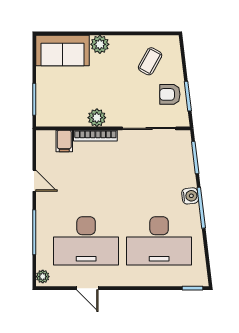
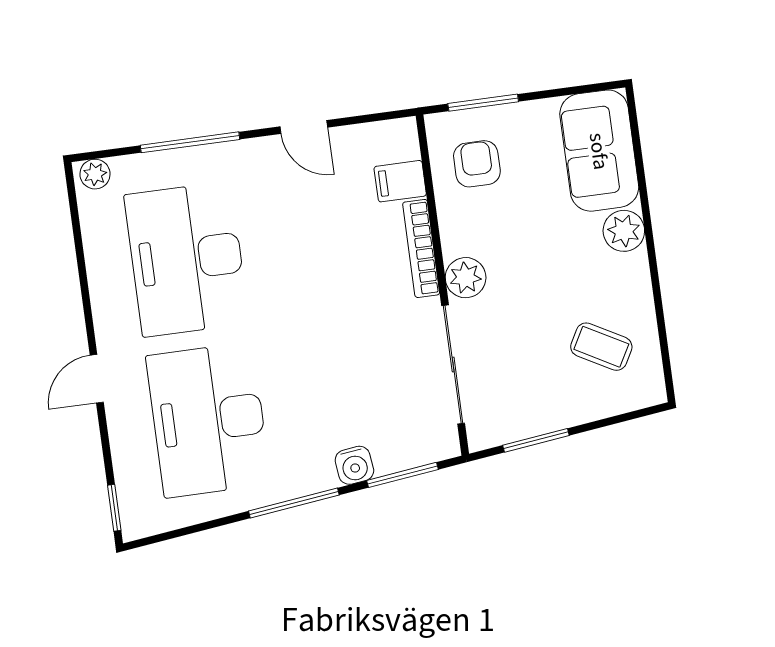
armchair: (170, 94) -> (477, 164), moved
plant: (97, 118) -> (466, 278), moved
door: (34, 181) -> (304, 127), hinge flipped
water cooler: (190, 196) -> (354, 465), moved
door: (87, 288) -> (97, 379), moved

